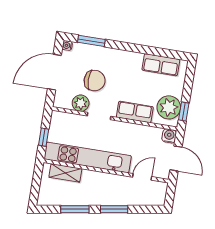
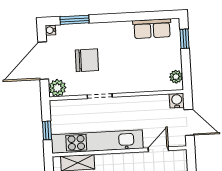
plant: (81, 103) -> (57, 88), moved
plant: (169, 107) -> (176, 77), width x0.53, depth x0.53
window: (184, 111) -> (185, 39), moved
row of seats: (135, 112) -> (136, 84), removed

